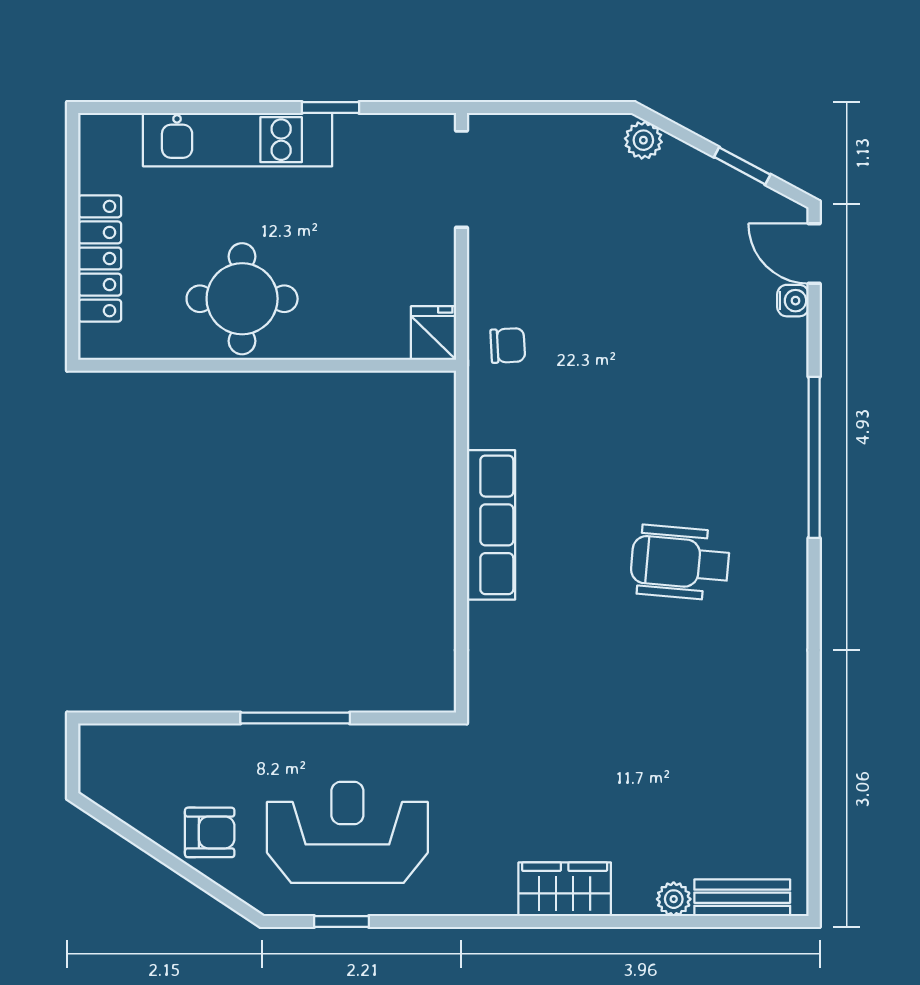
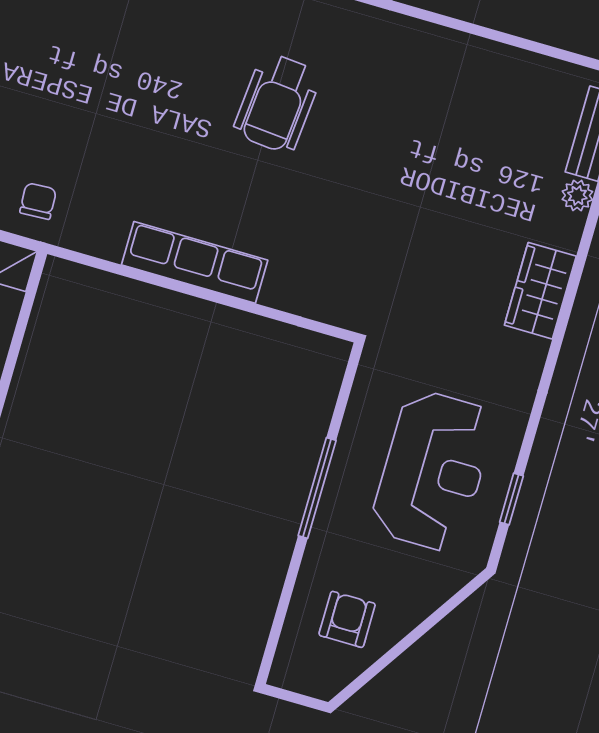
armchair: (210, 832) -> (347, 619), moved
reception desk: (347, 832) -> (433, 471), turned 180

